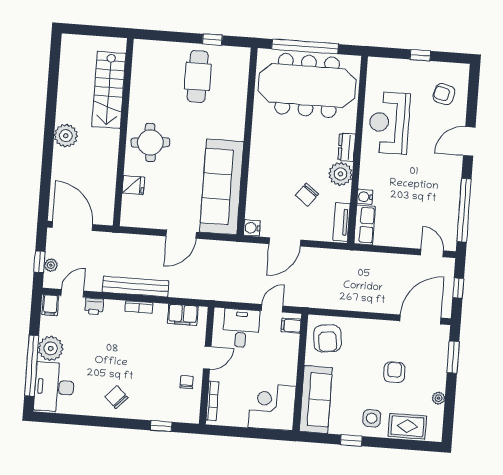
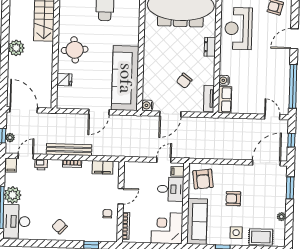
plant: (340, 174) -> (207, 65), removed
desk: (241, 328) -> (171, 189), moved, turned 90
armchair: (394, 372) -> (233, 199), moved, turned -90

